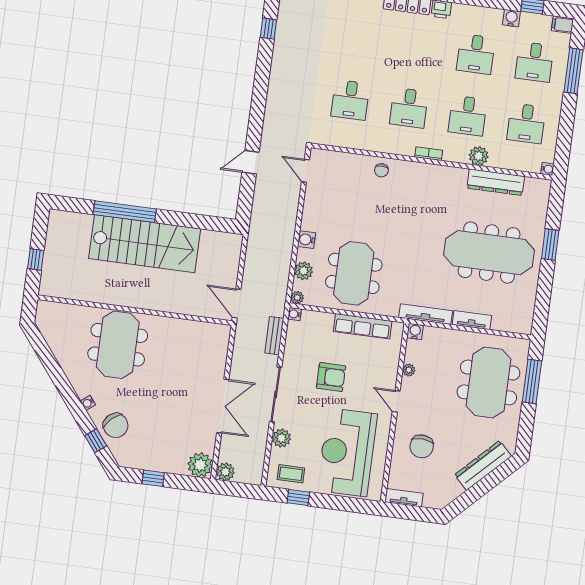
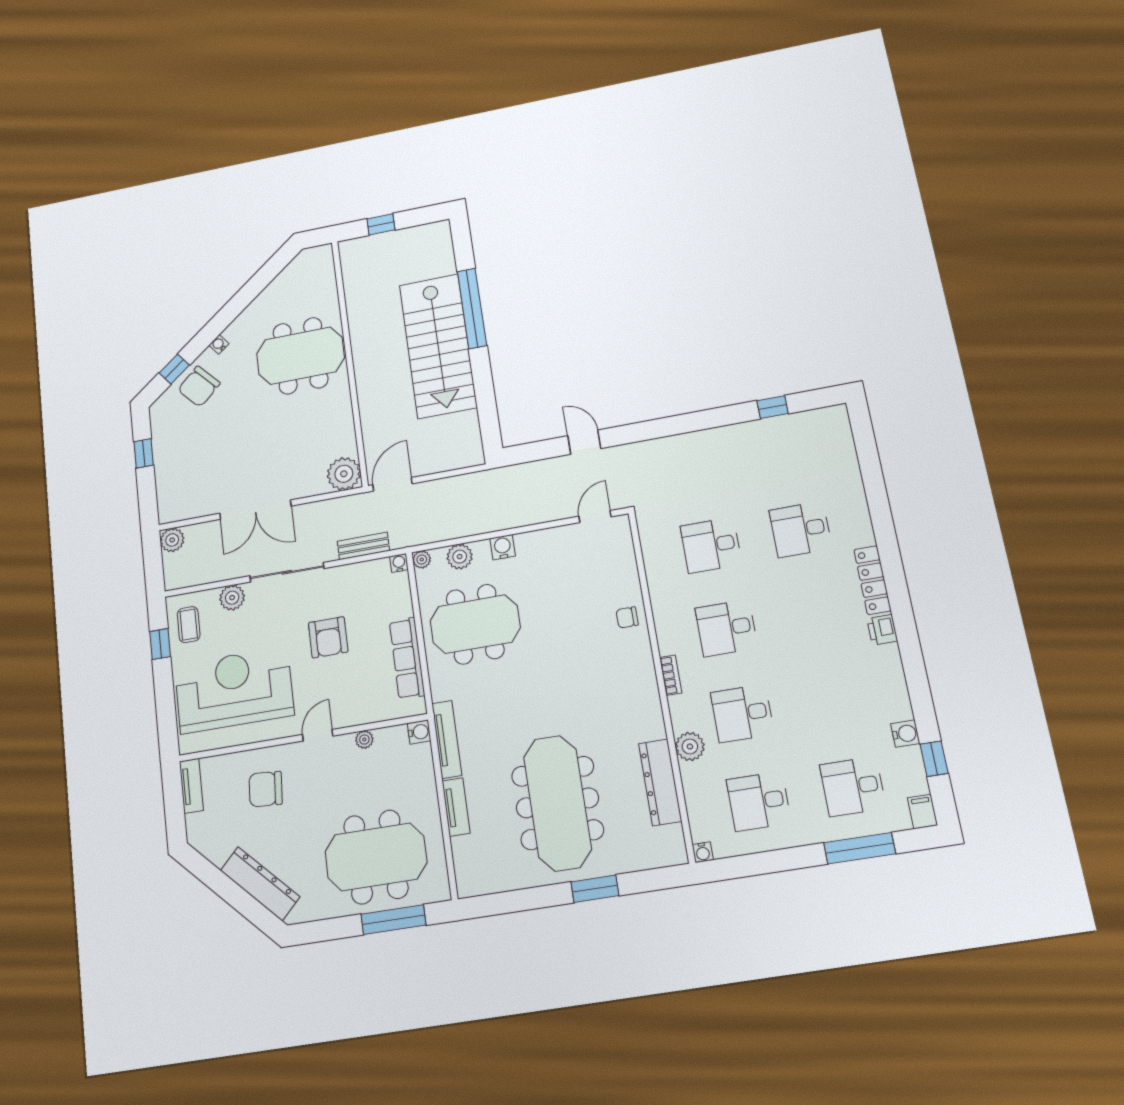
desk: (476, 54) -> (801, 529), moved
plant: (200, 465) -> (344, 474), moved

